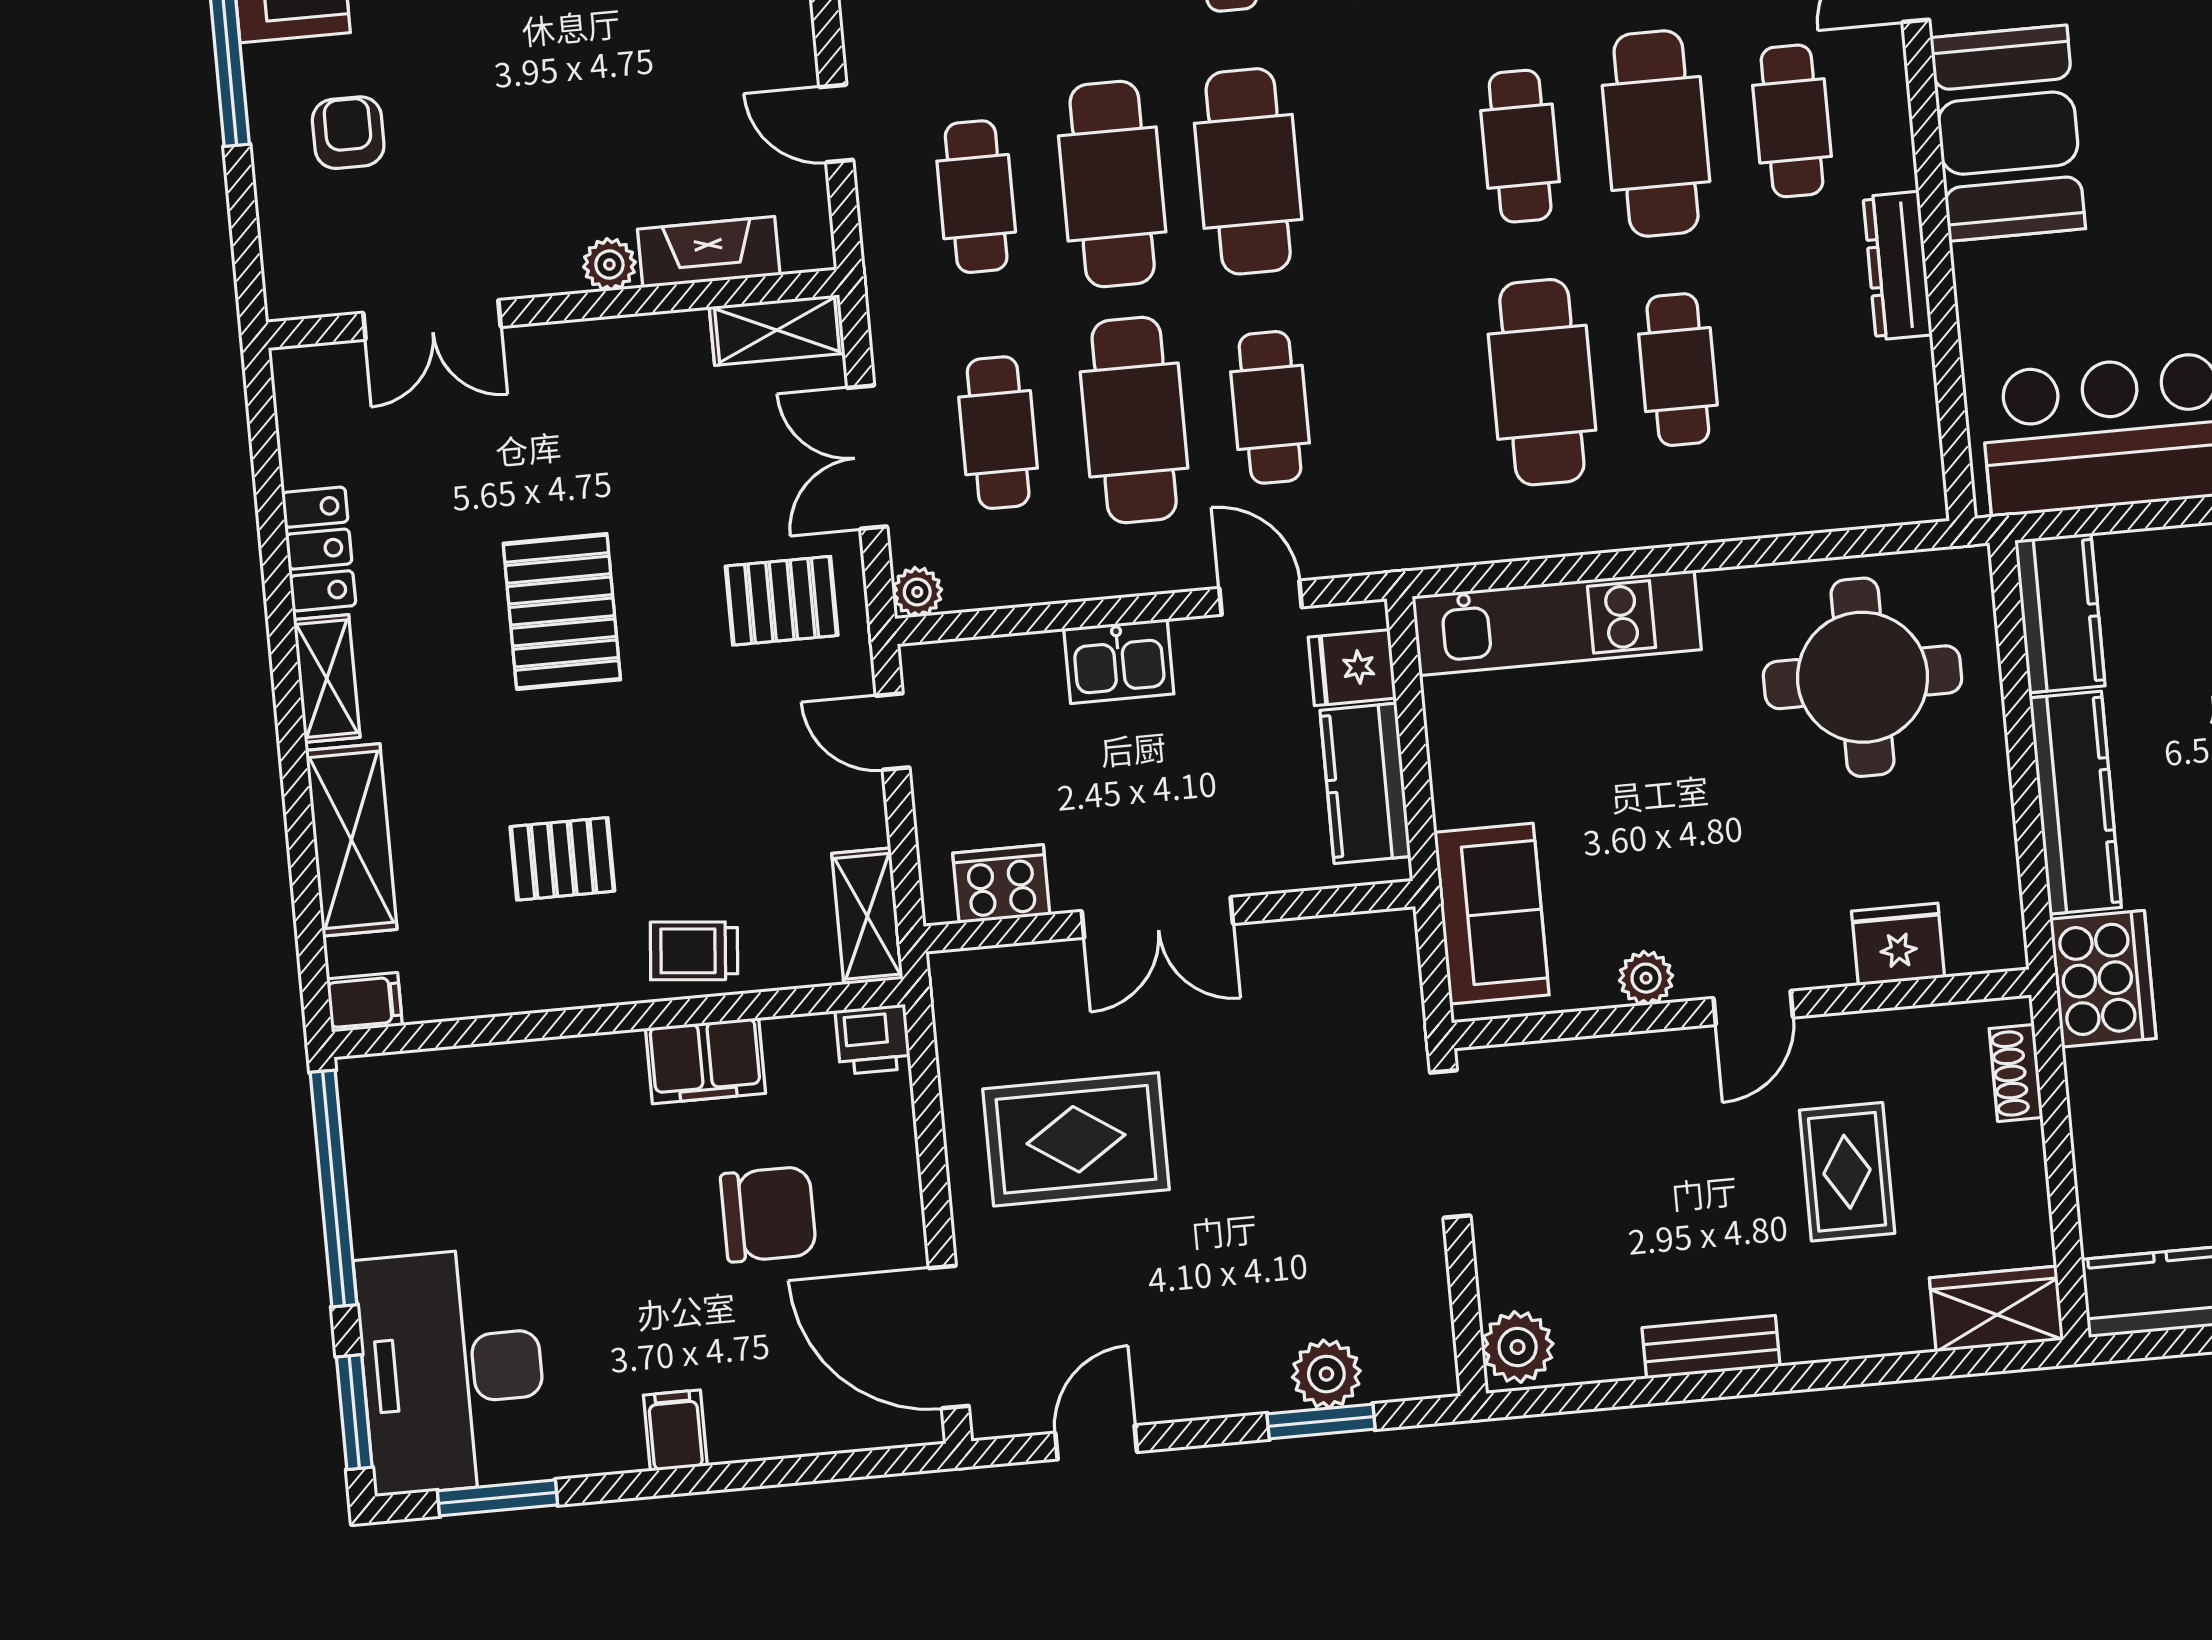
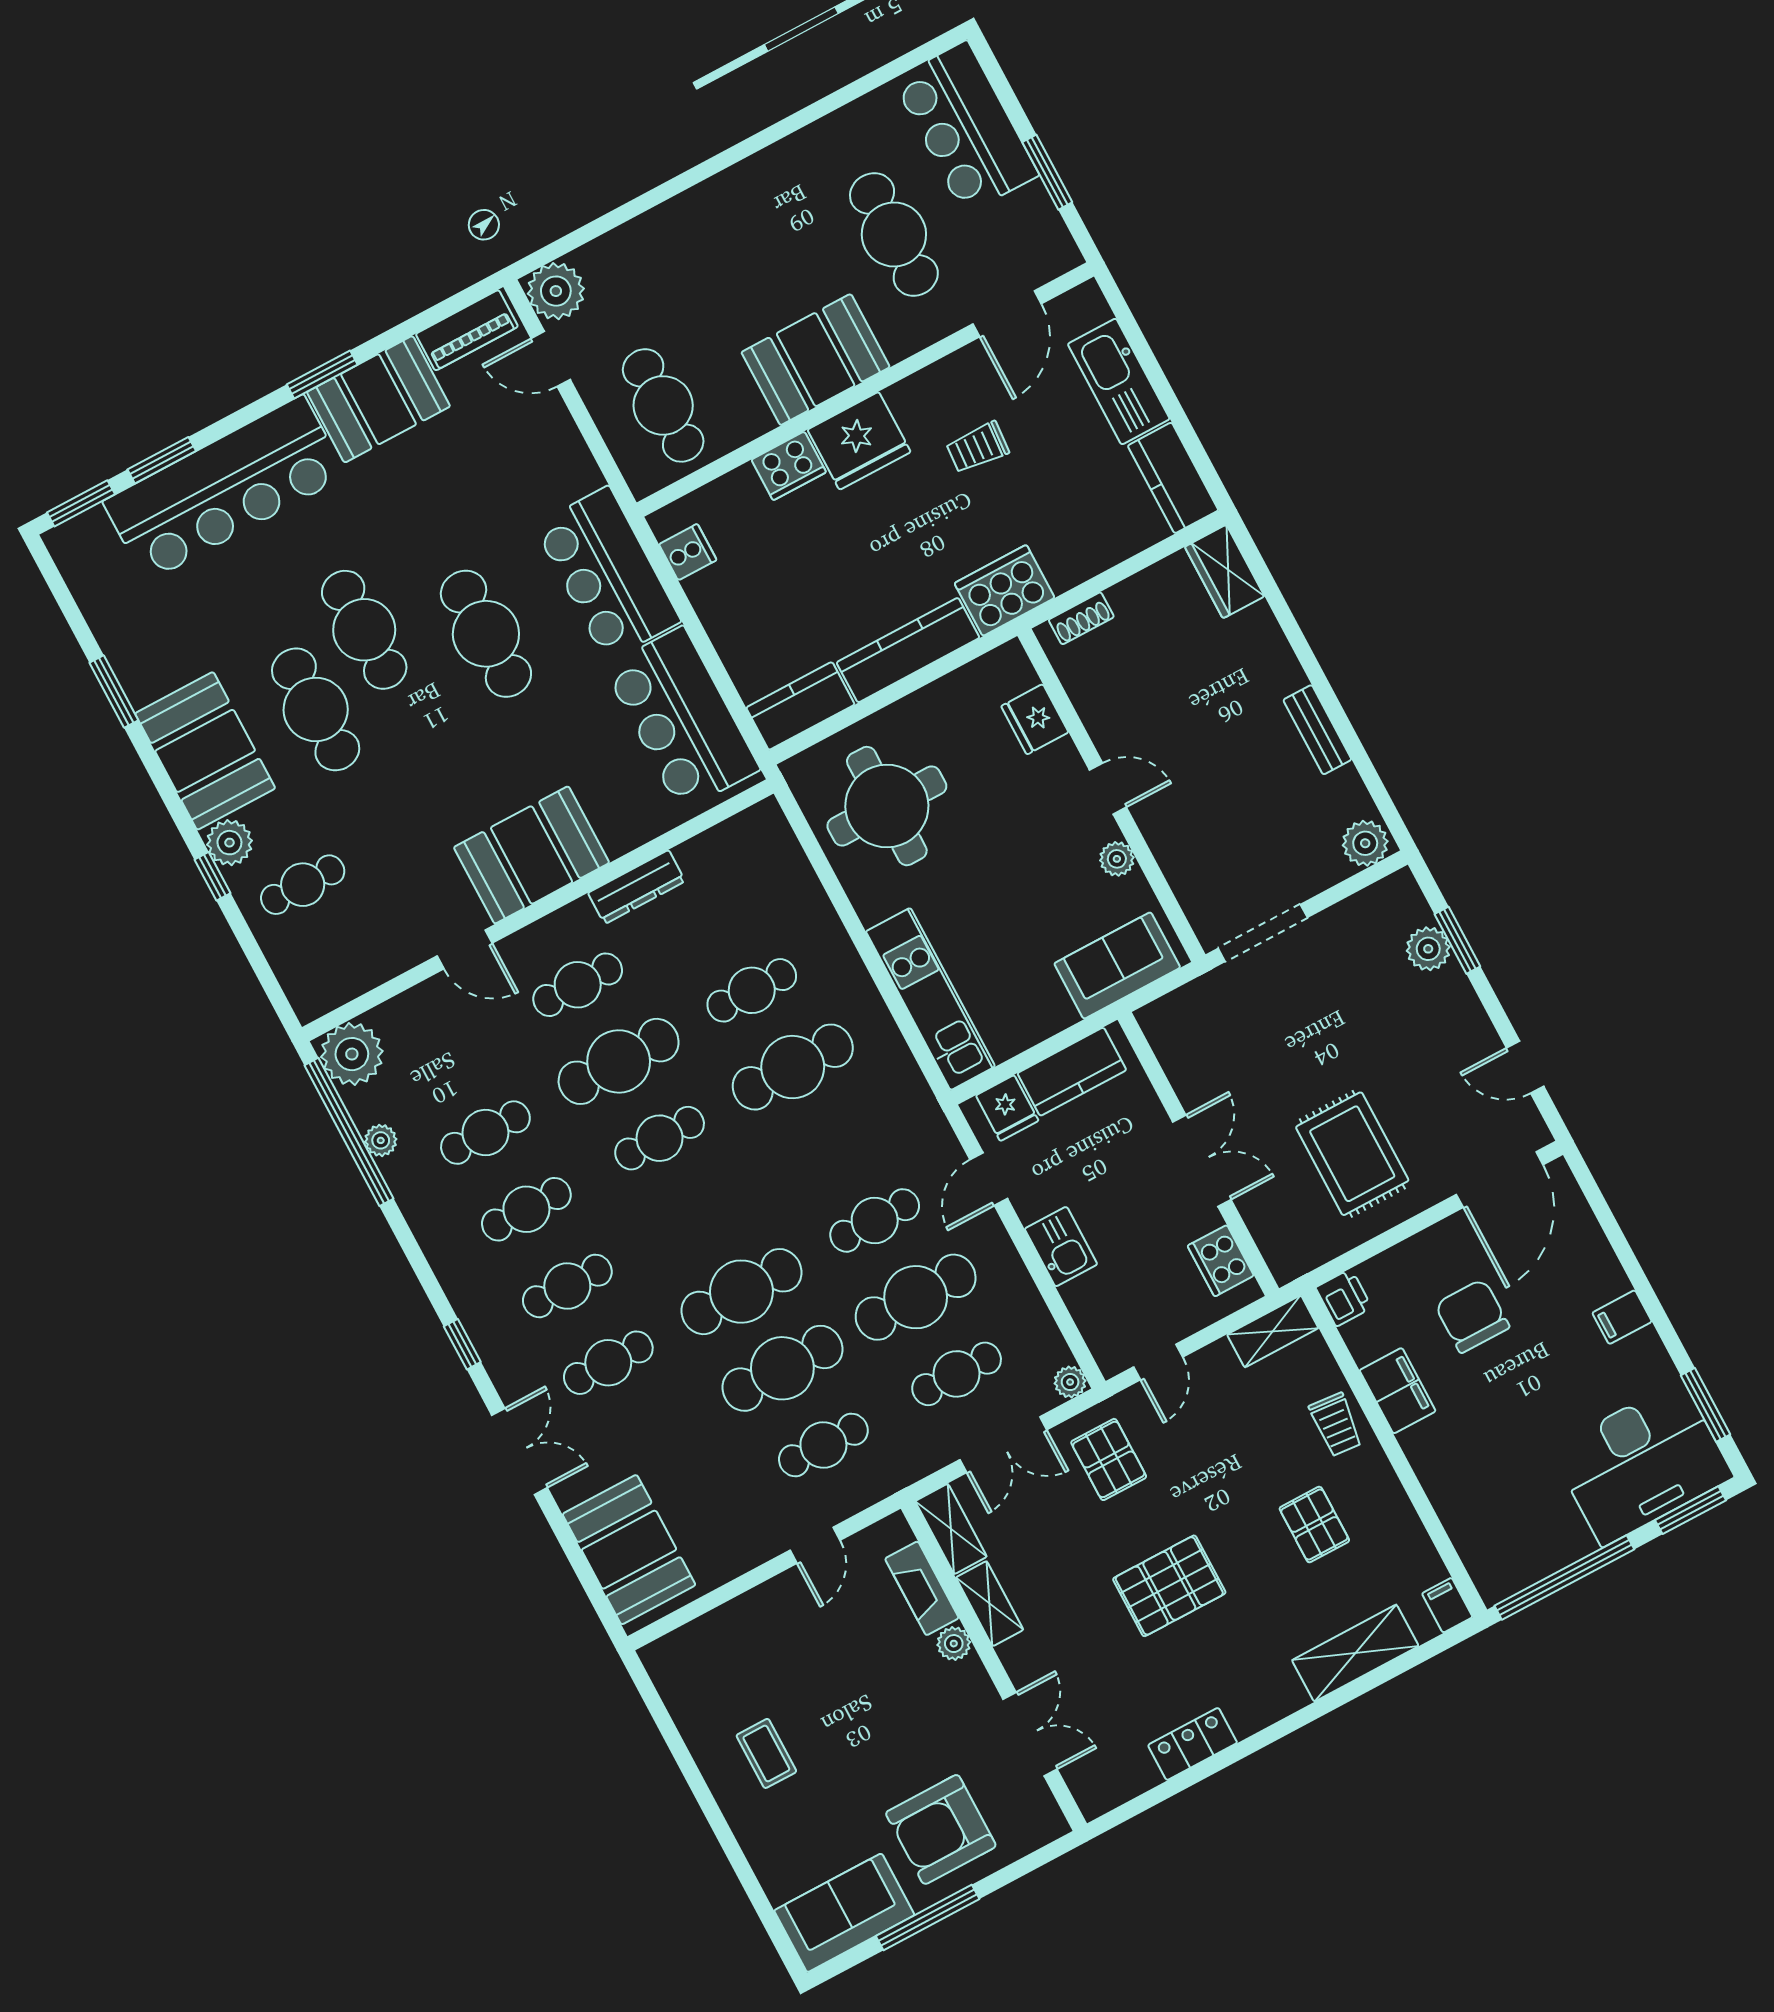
armchair: (348, 133) -> (941, 1829), width x1.88, depth x1.88
shelving: (327, 679) -> (990, 1604), moved, turned 90
rug: (1847, 1172) -> (1181, 693), removed

